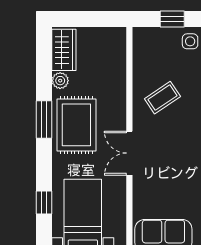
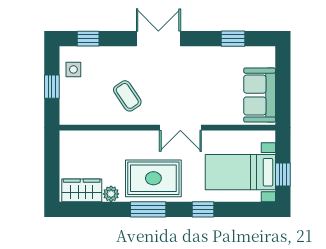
window: (44, 202) -> (203, 209), moved

